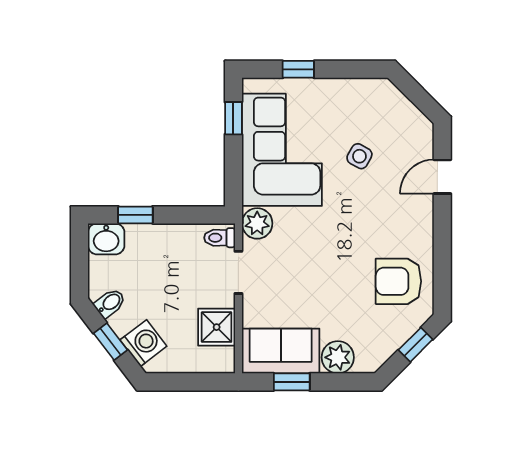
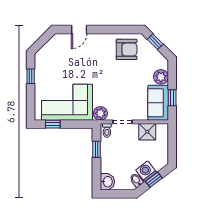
window: (298, 69) -> (31, 76), moved
side table: (359, 156) -> (70, 67), removed
door: (442, 177) -> (79, 30), hinge flipped
window: (135, 215) -> (97, 149), moved
armchair: (398, 281) -> (127, 49), turned -90
washing machine: (143, 343) -> (146, 171), moved

